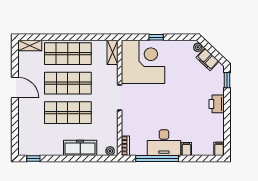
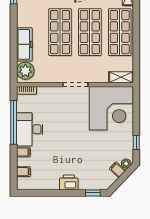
window: (156, 37) -> (136, 143), moved
filing cabinet: (207, 59) -> (117, 170), width x0.50
filing cabinet: (219, 149) -> (23, 172), moved
plant: (110, 151) -> (25, 71), width x1.88, depth x1.88

